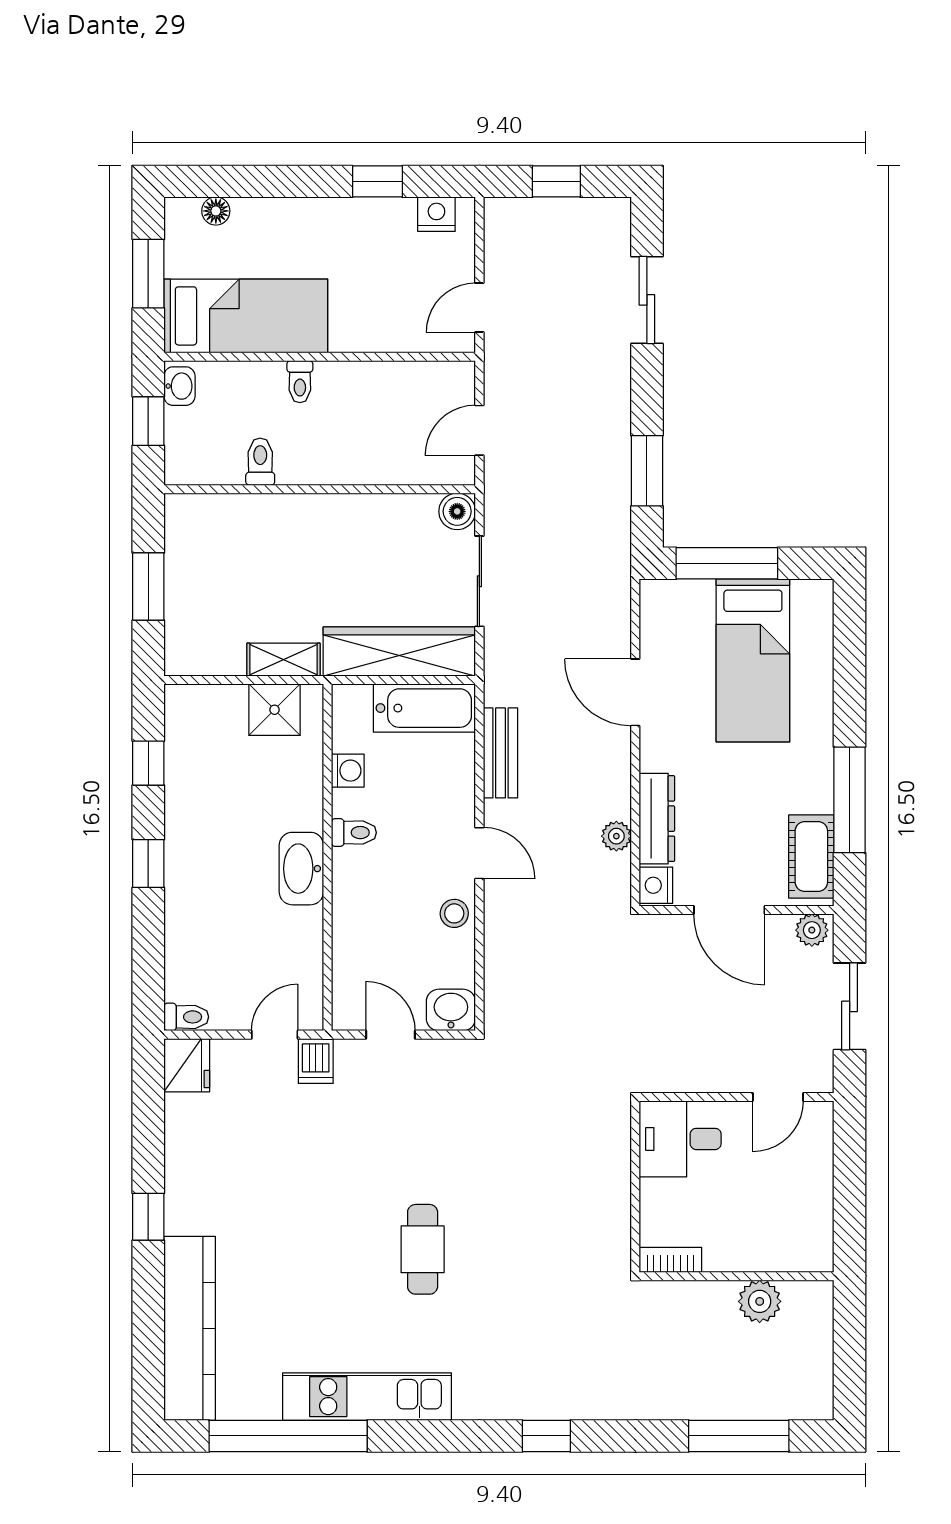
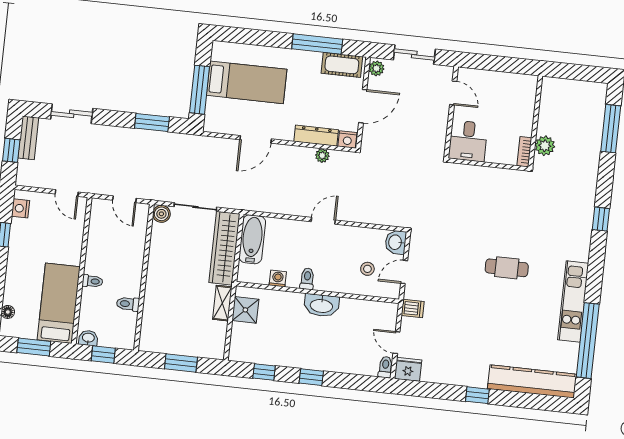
bench: (500, 753) -> (28, 138), moved, turned 90
stool: (454, 913) -> (367, 269), moved
door: (275, 1035) -> (396, 343), moved
plant: (760, 1301) -> (545, 146), moved

